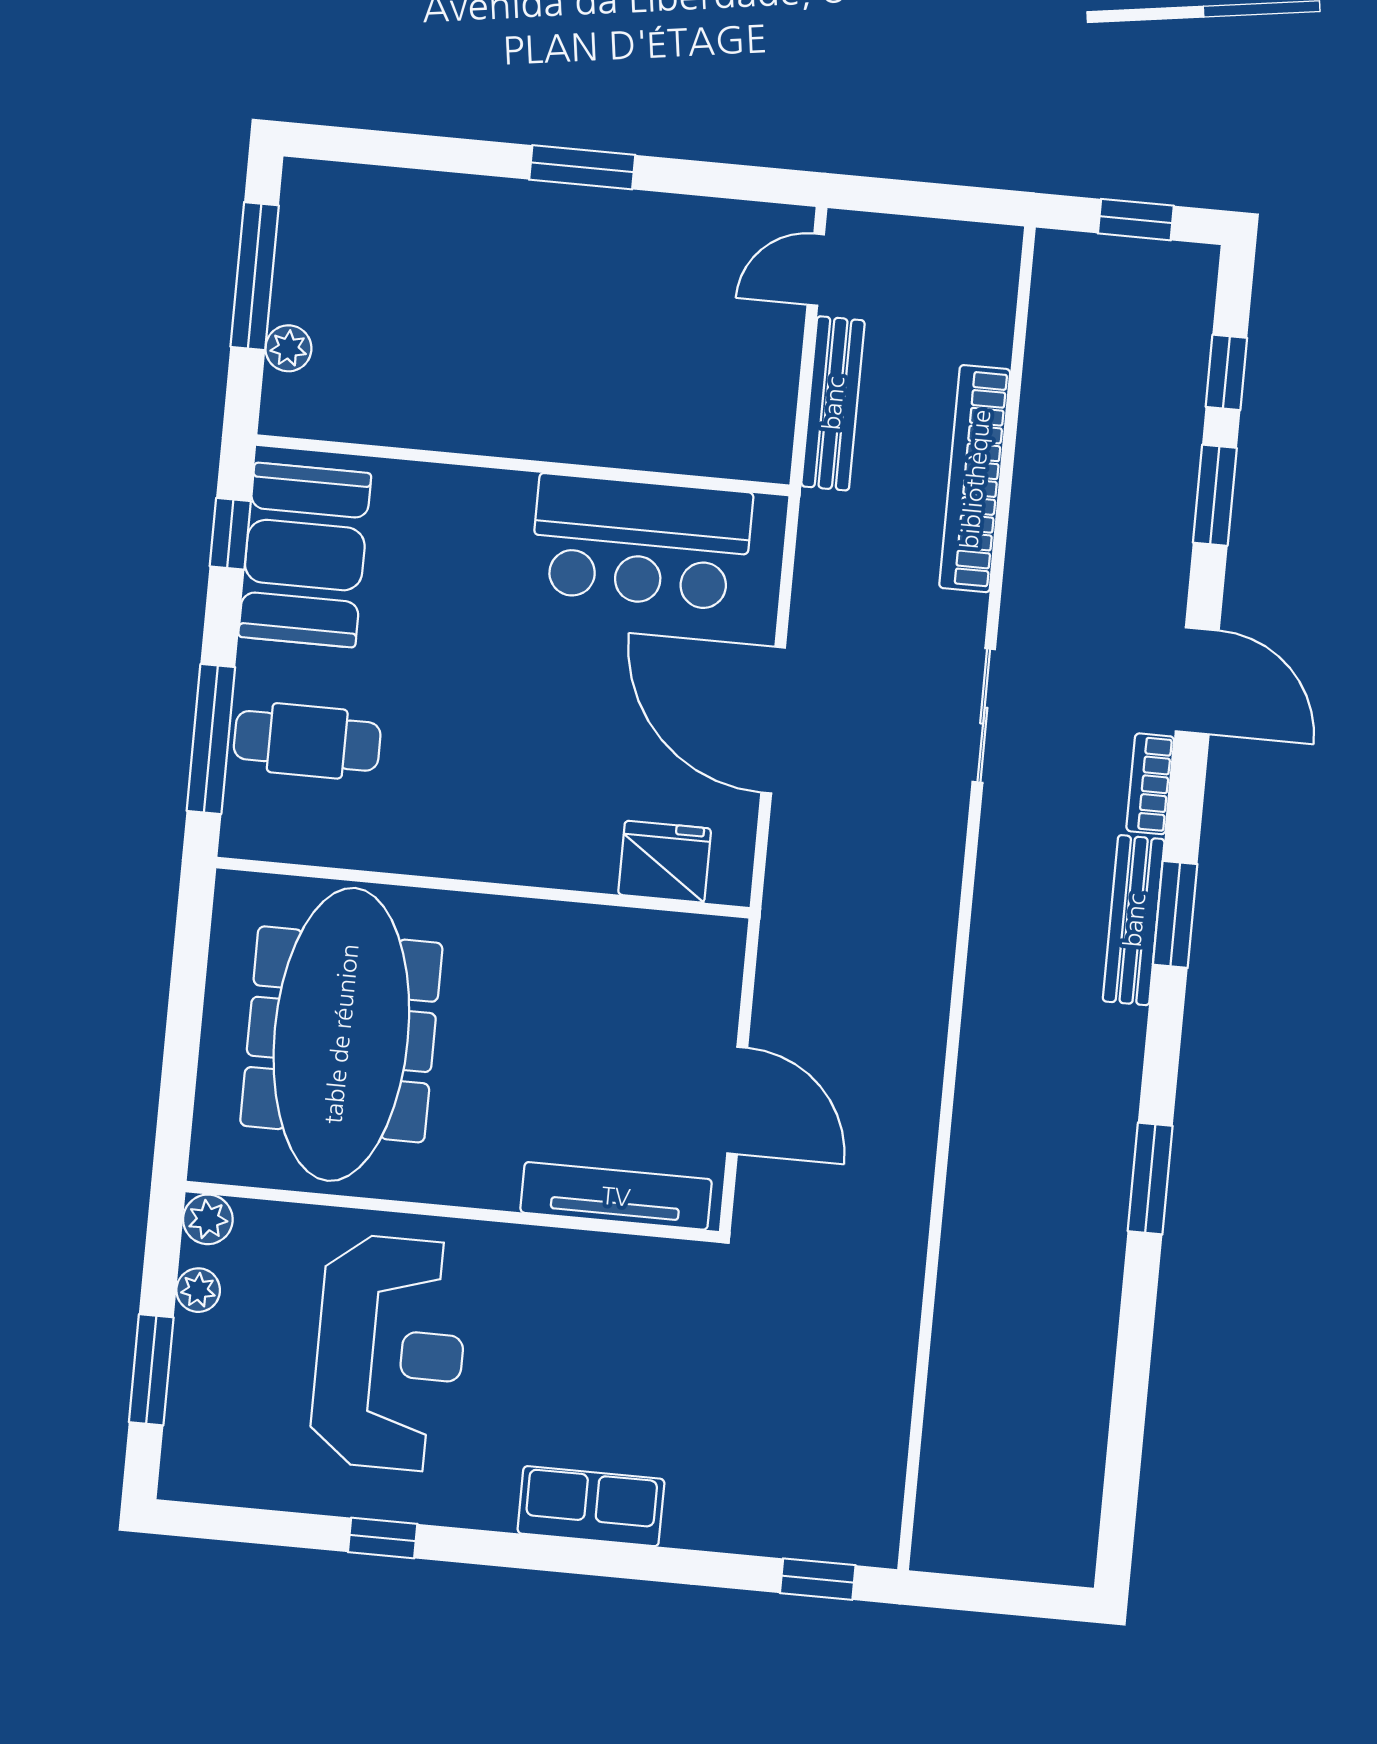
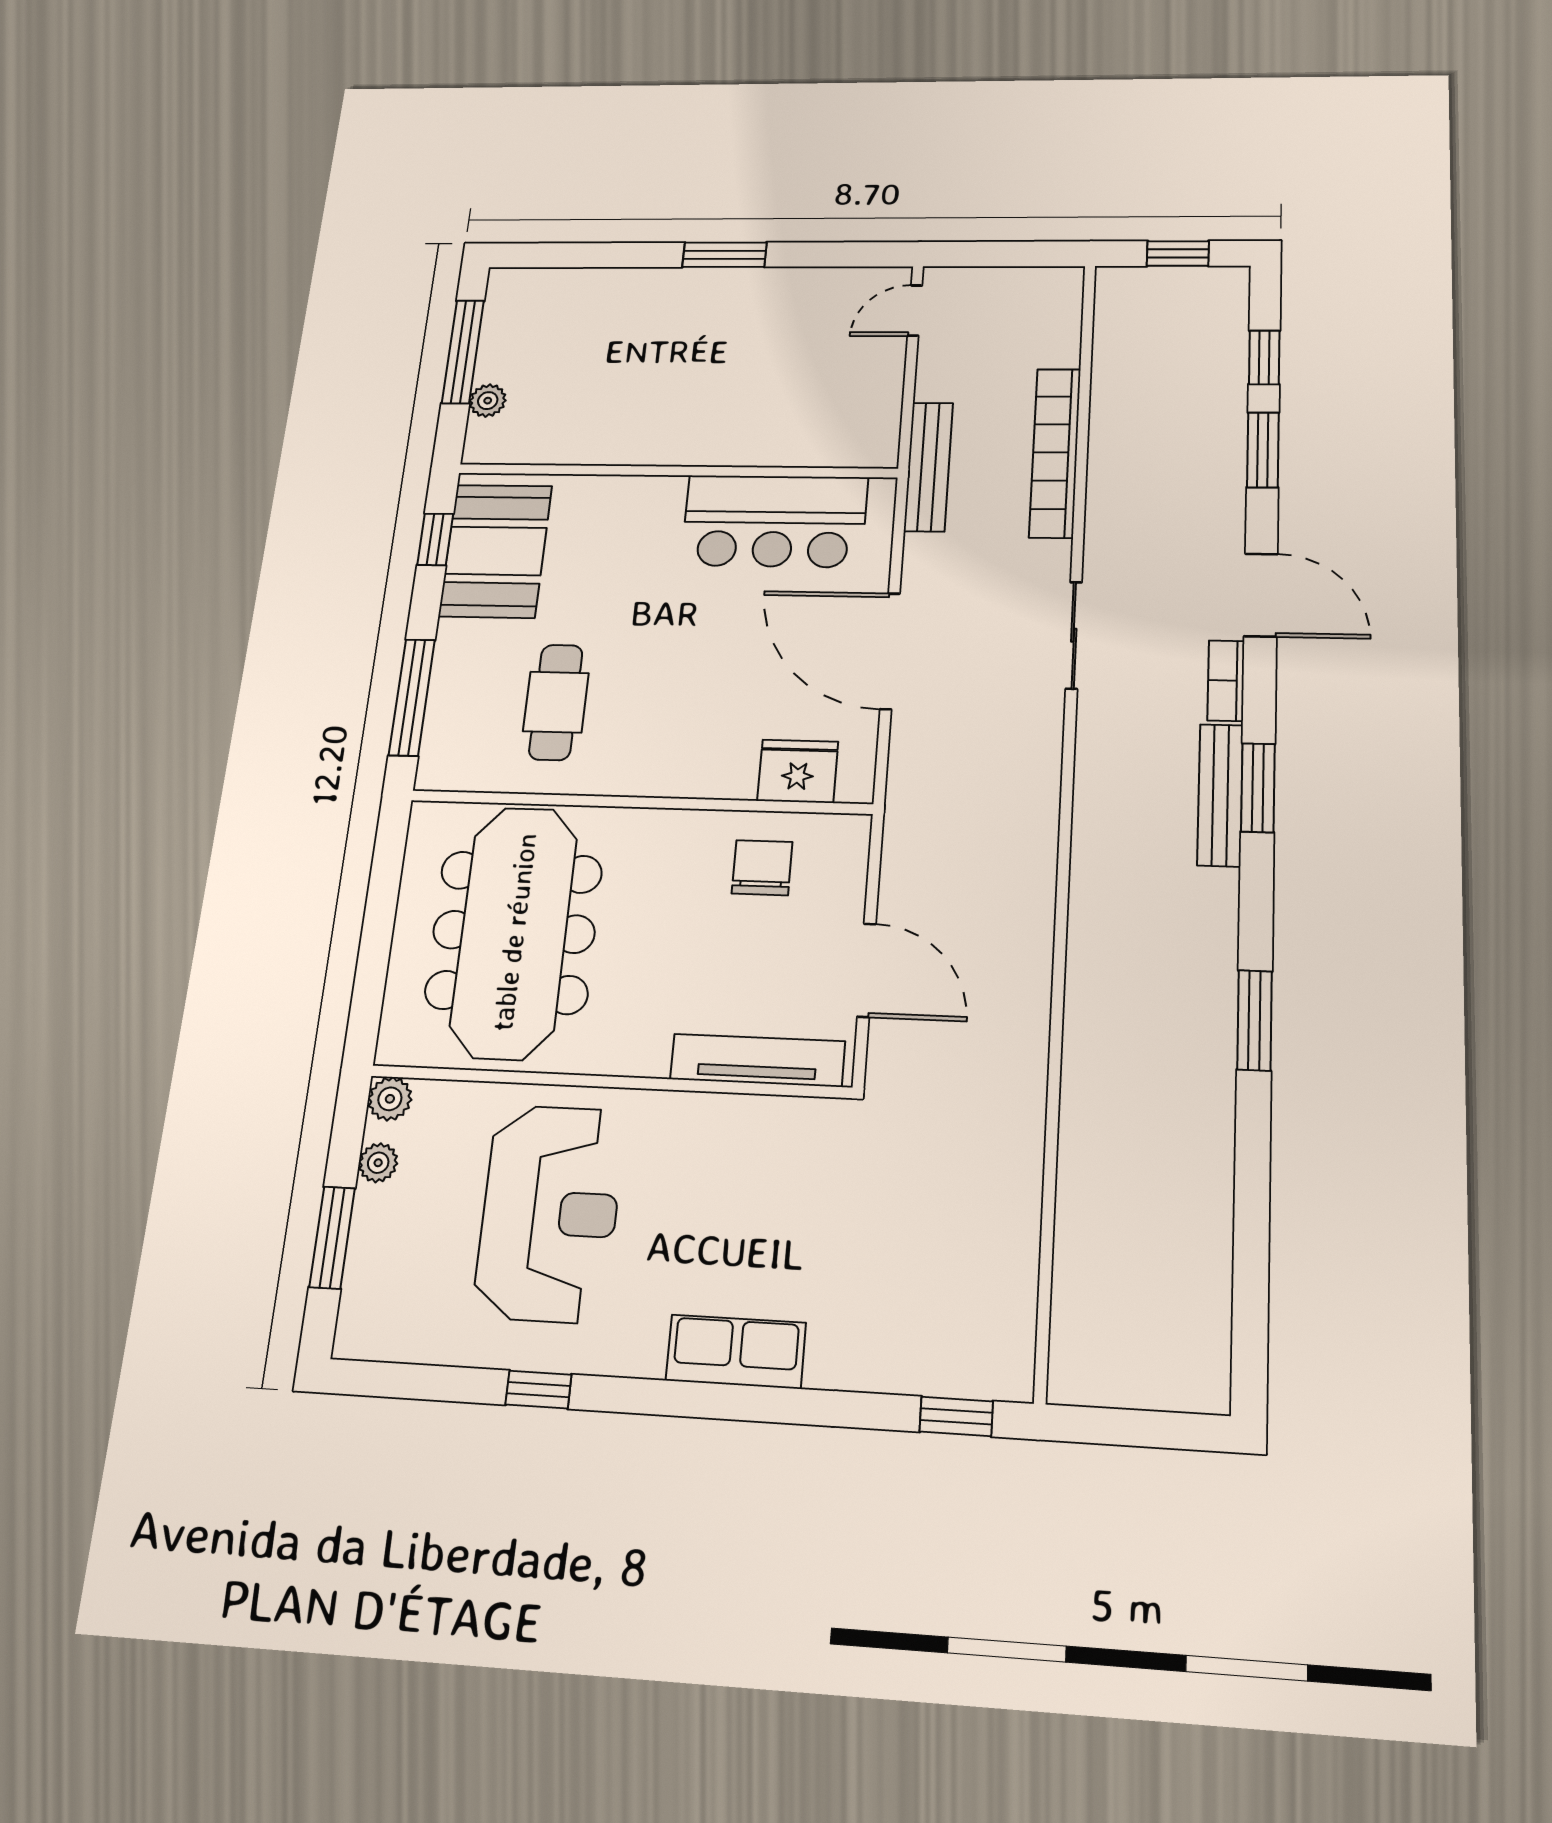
bench: (833, 403) -> (928, 467), moved
cafe table: (307, 741) -> (556, 702), moved, turned 90
chair: (623, 975) -> (762, 868), added

